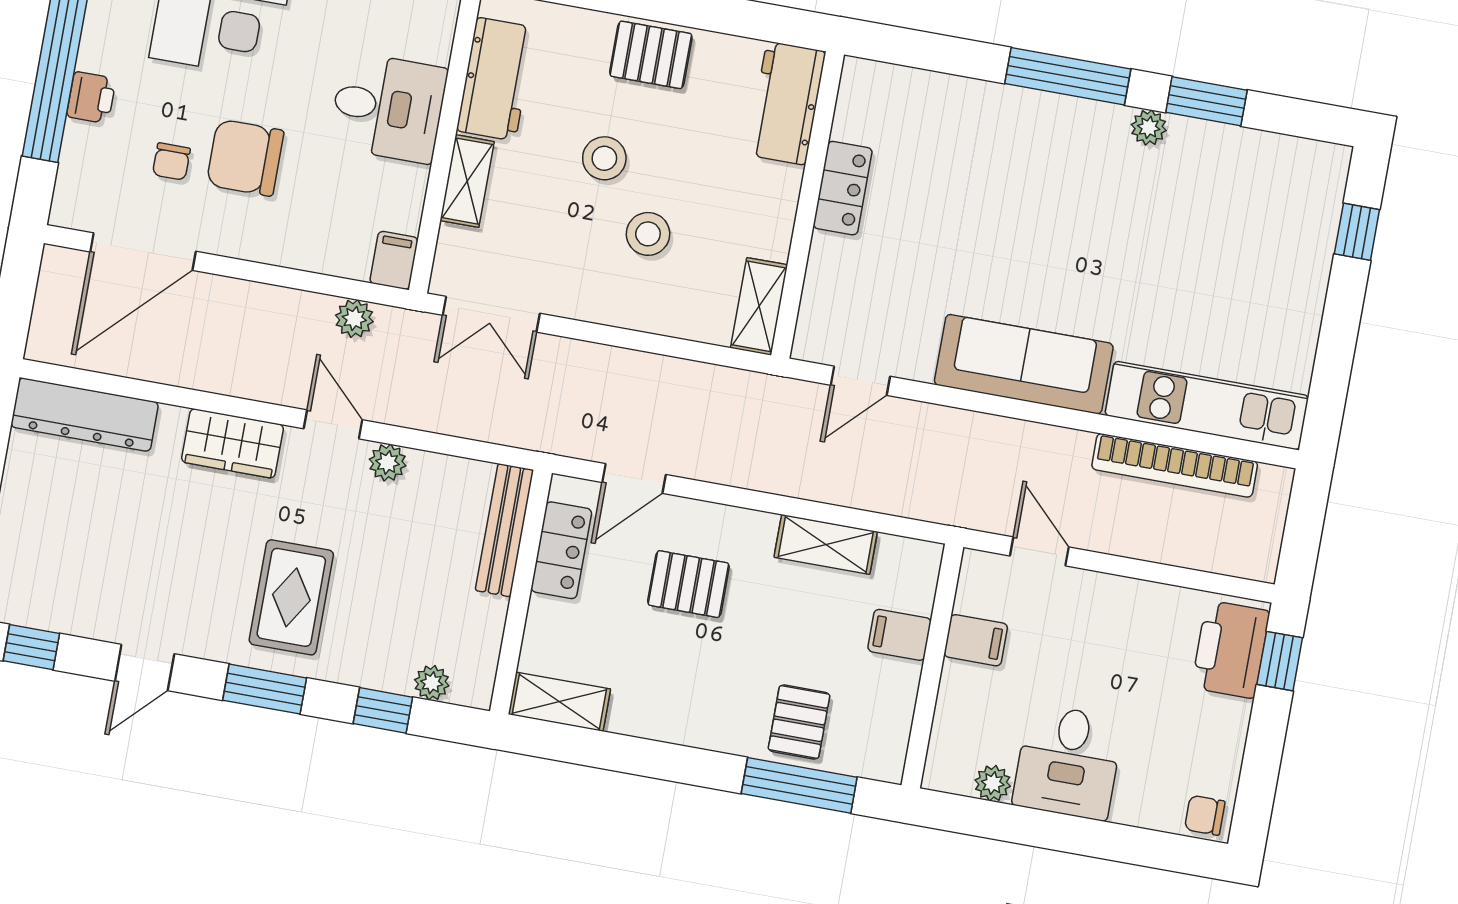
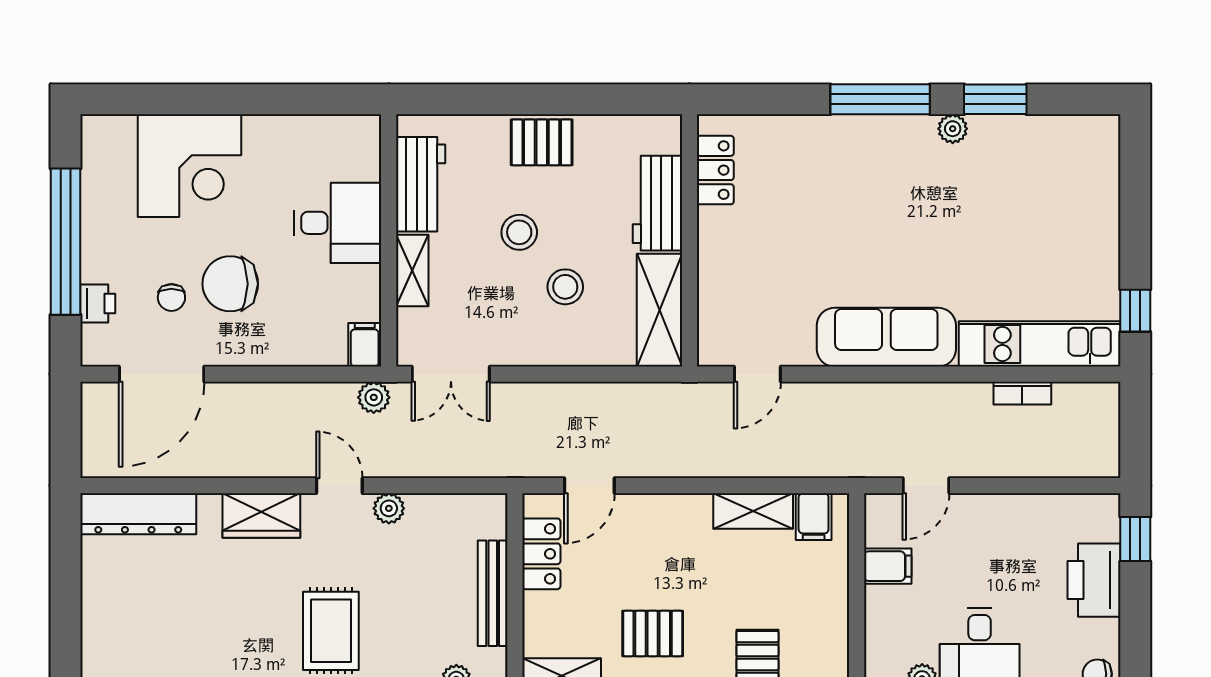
printer: (91, 98) -> (98, 304), moved
workbench: (786, 103) -> (658, 203), moved
locker: (843, 188) -> (715, 170), moved
window: (1357, 232) -> (1135, 311), moved
shelving: (759, 306) -> (659, 310), width x1.50, depth x1.33
plant: (354, 319) -> (374, 397), moved
bookcase: (1175, 465) -> (1022, 393), width x0.43, depth x0.76
bench: (504, 530) -> (493, 593), moved
door: (1039, 551) -> (926, 486), swing flipped
pallet: (688, 584) -> (653, 634), moved
filing cabinet: (899, 635) -> (814, 517), moved, turned -90
printer: (1231, 649) -> (1094, 580), moved

